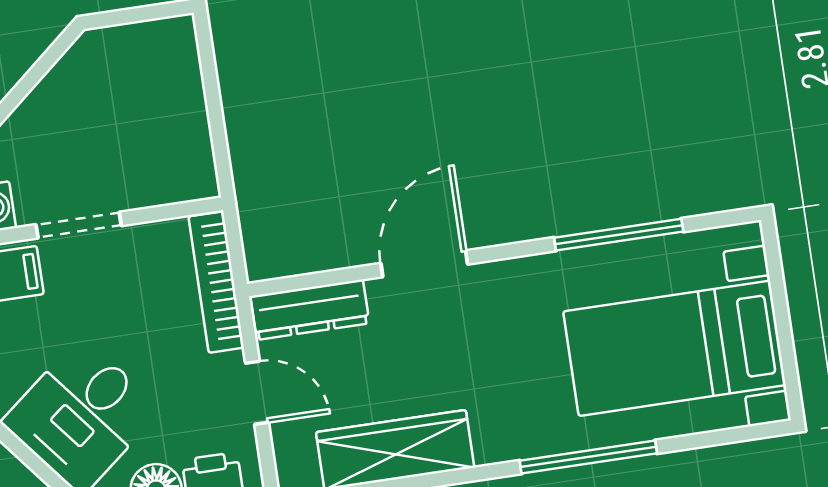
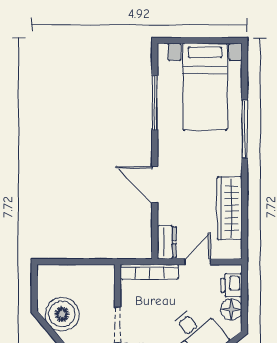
boiler: (85, 90) -> (62, 314), added
dresser: (310, 310) -> (167, 242), width x0.70

